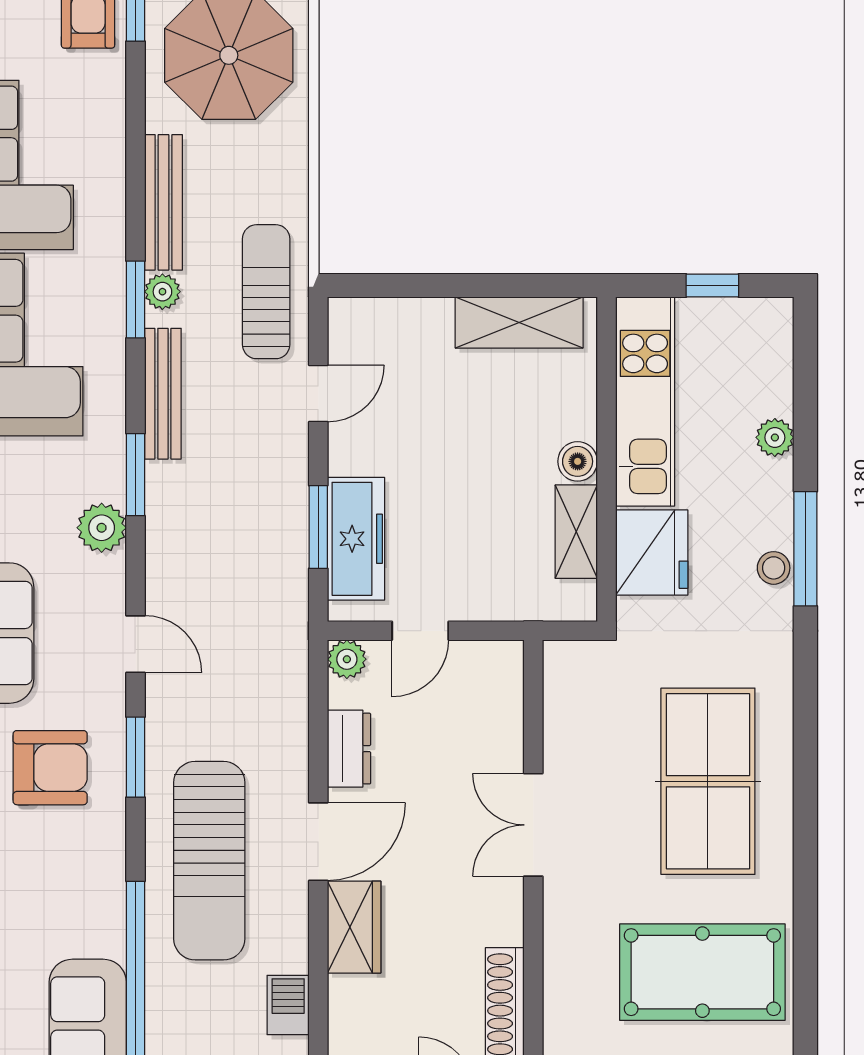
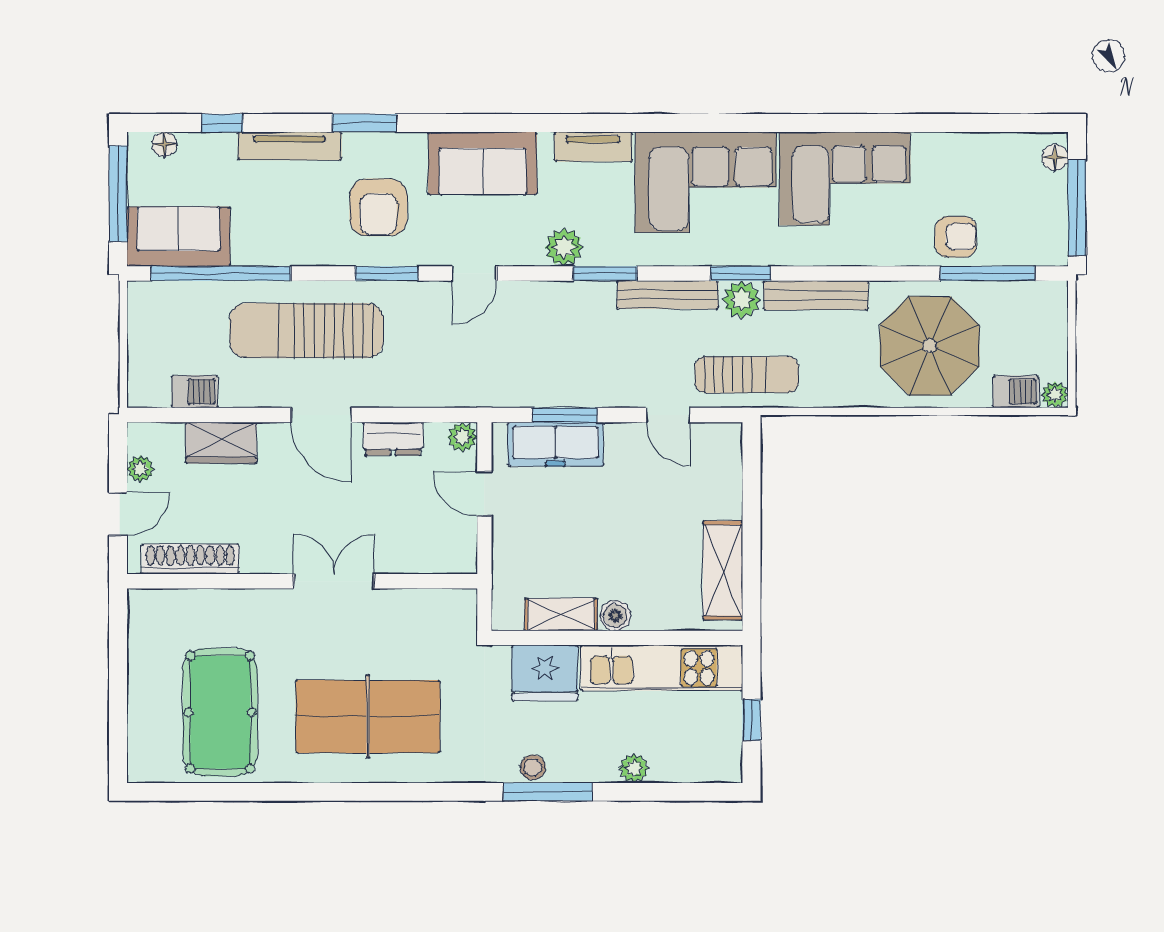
plant: (162, 292) -> (742, 300), width x1.38, depth x1.38
wardrobe: (354, 927) -> (221, 443), moved

